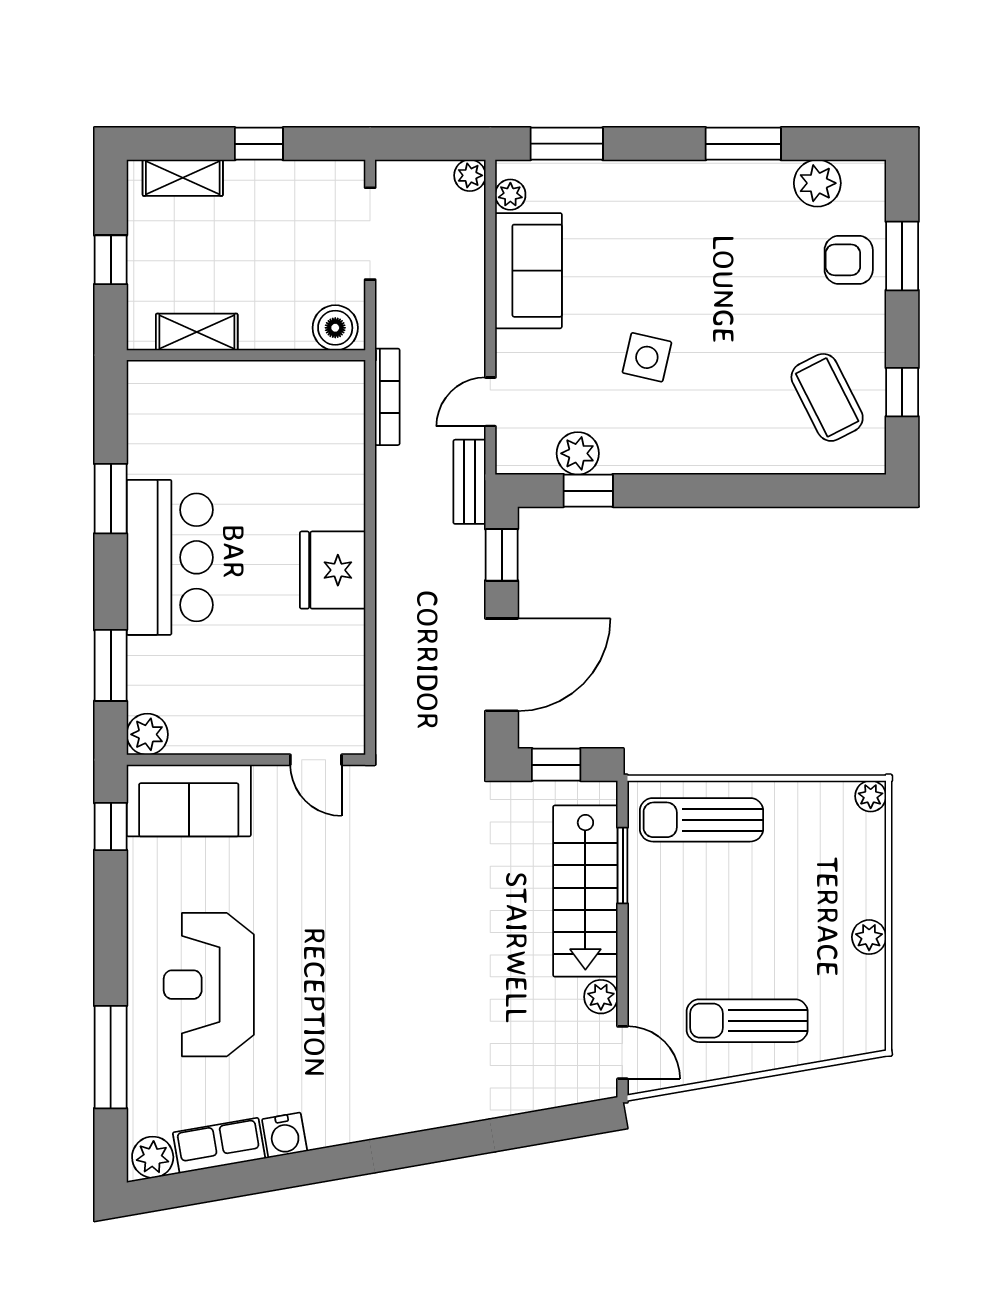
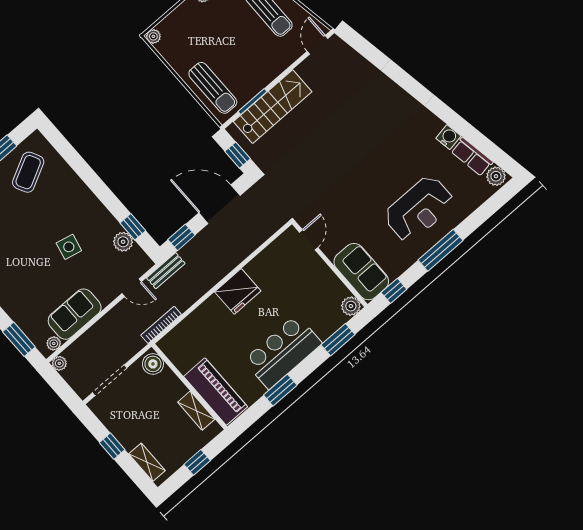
piano: (200, 391) -> (216, 392), added
plant: (601, 997) -> (305, 69), removed
window: (111, 1057) -> (441, 250), moved

